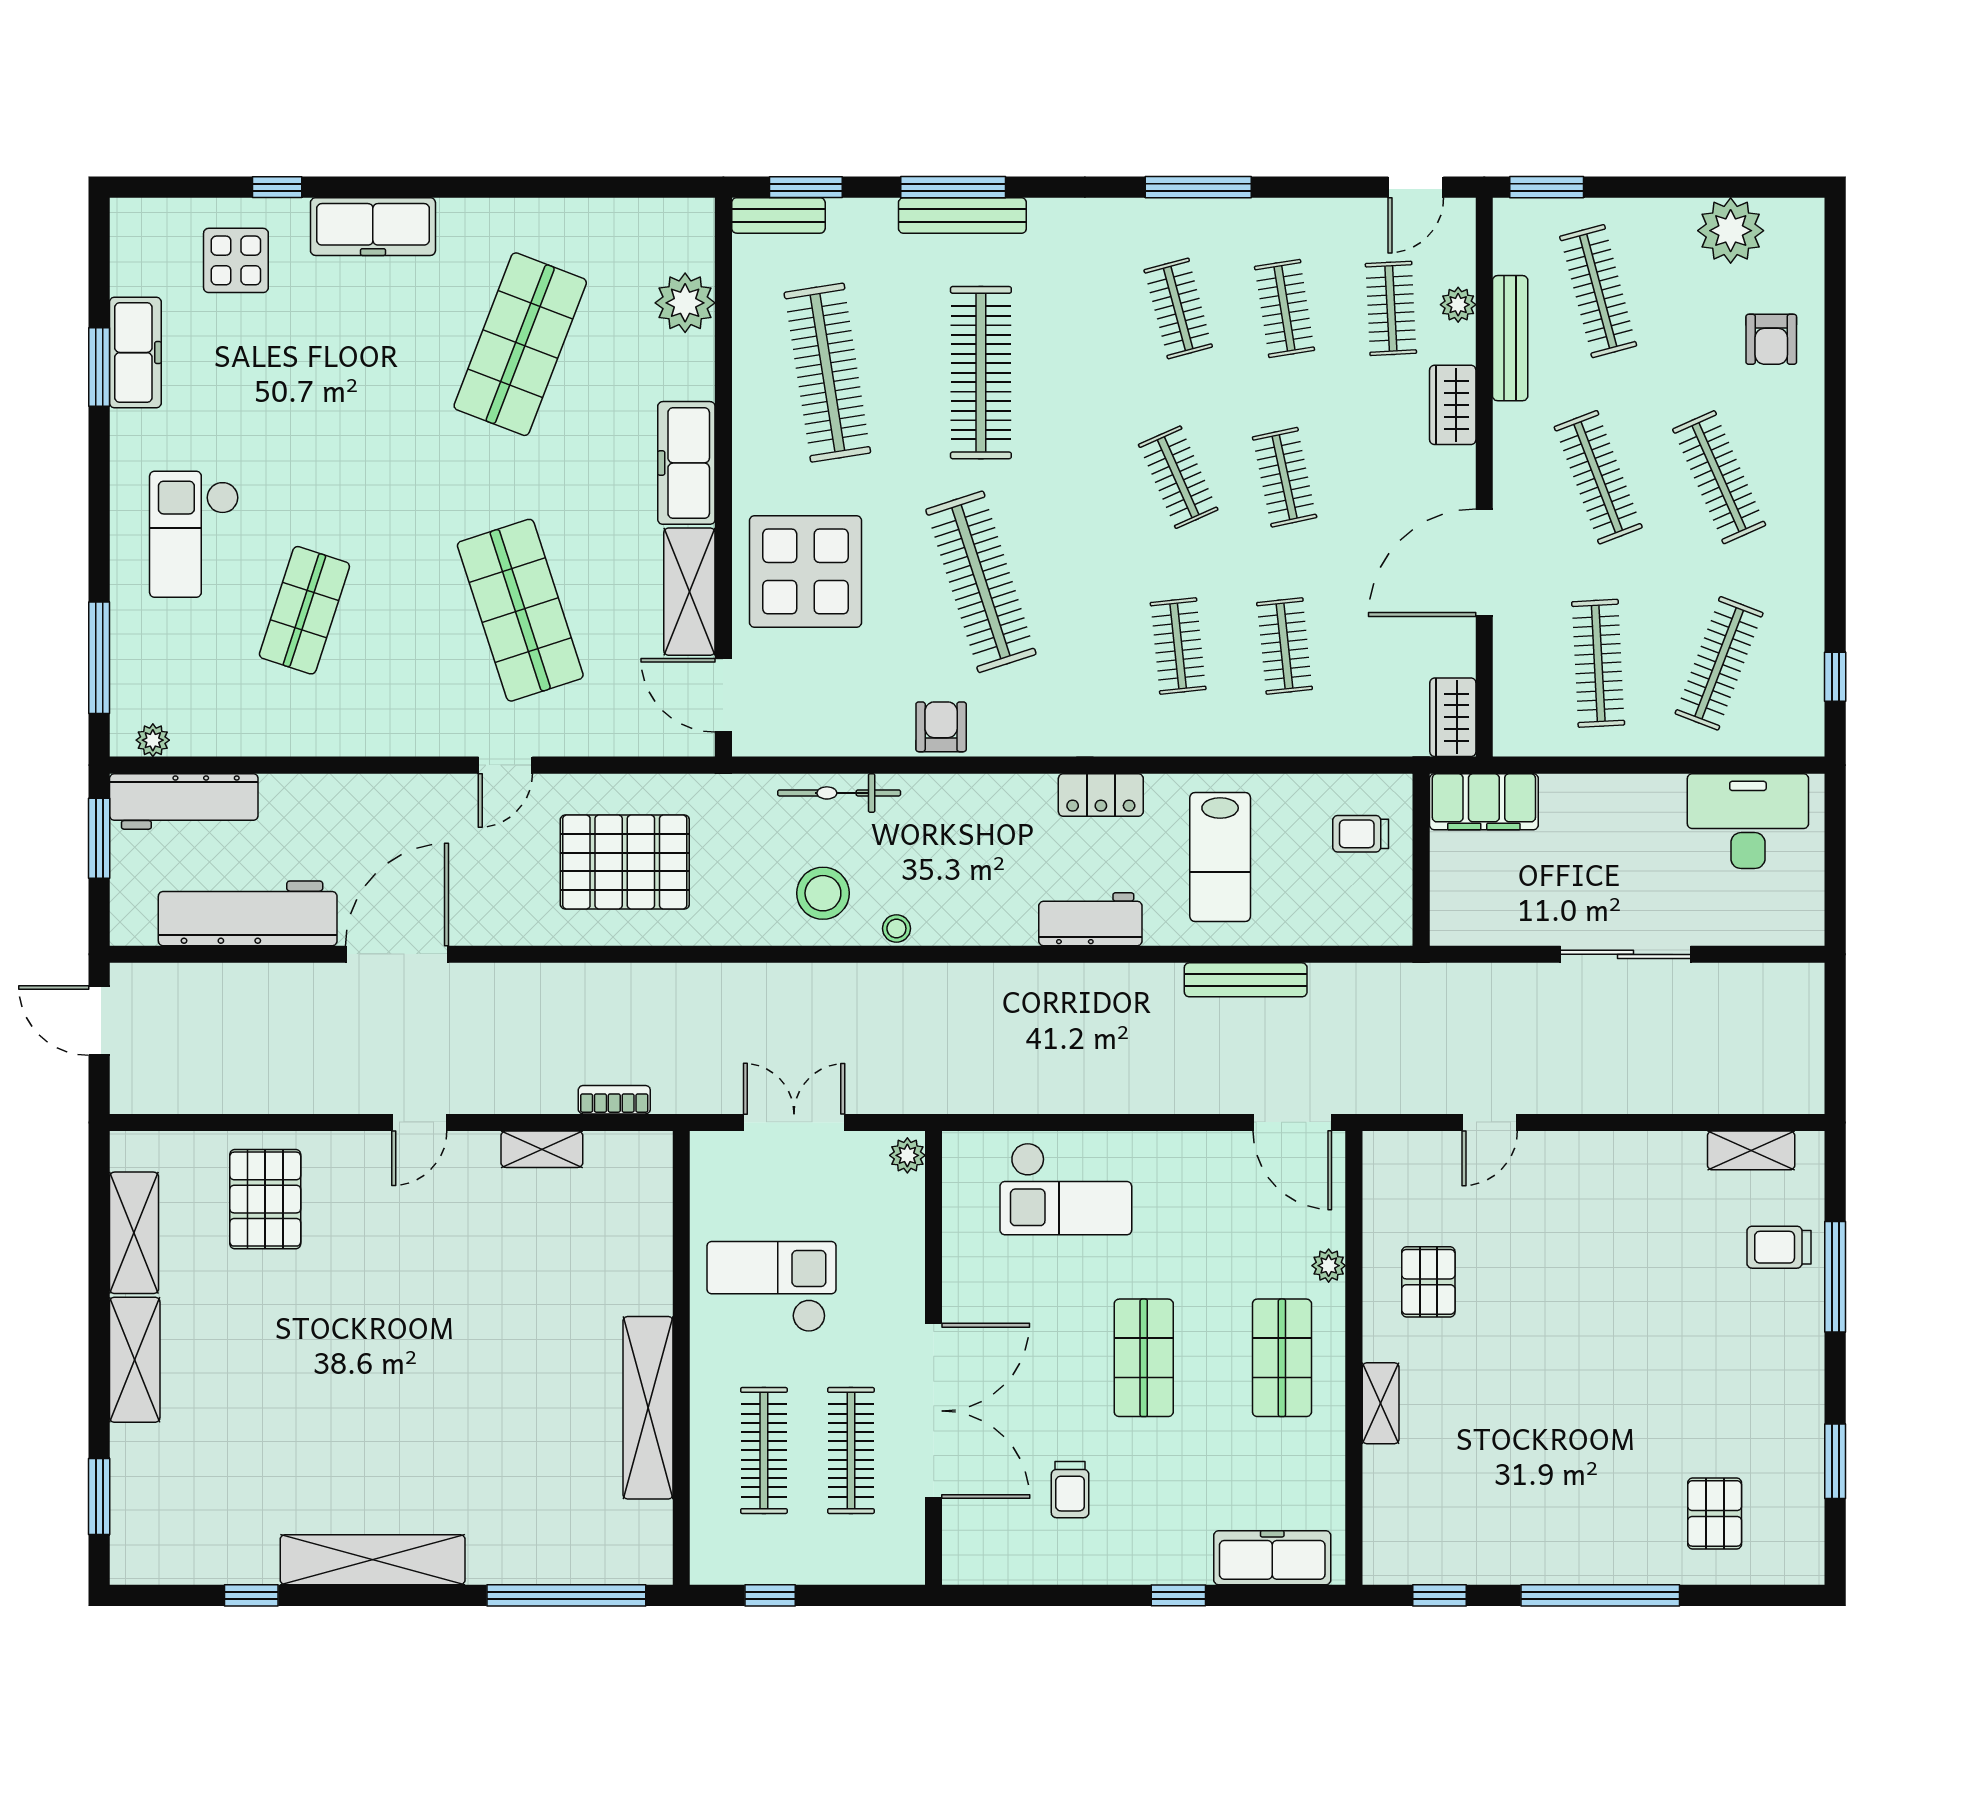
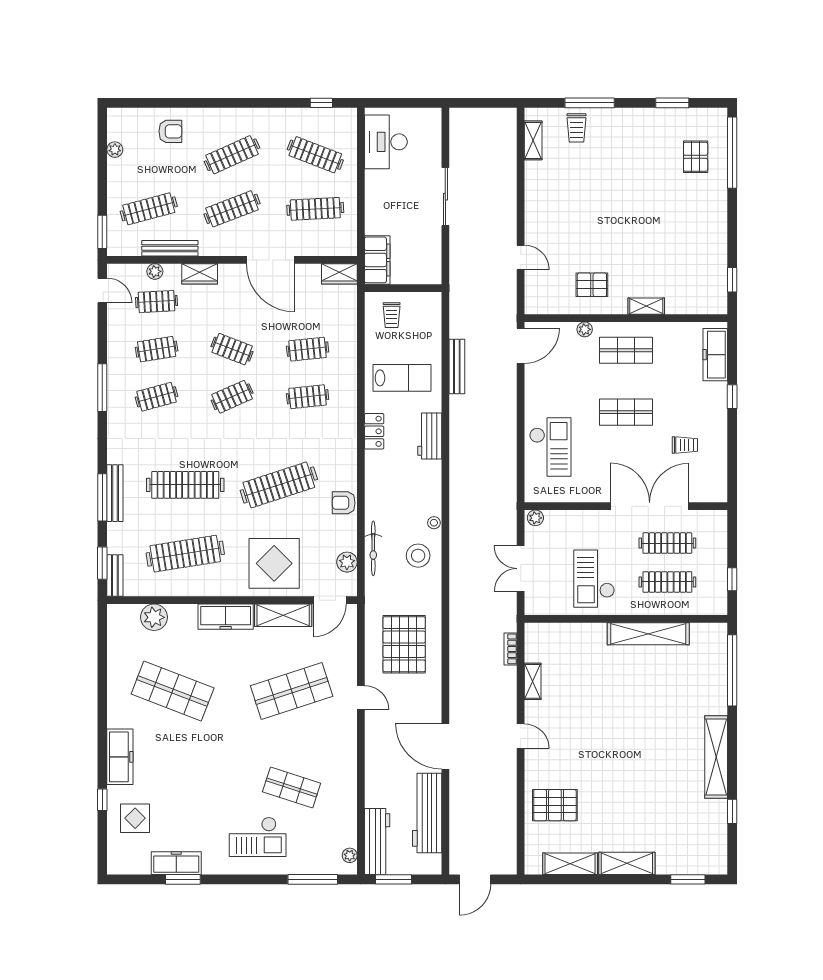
plant: (1731, 231) -> (115, 150), width x0.53, depth x0.53
clothes rail: (1285, 477) -> (232, 349), turned 33
plant: (808, 734) -> (347, 562), added
pallet: (1715, 1513) -> (696, 157), turned 90
window: (1600, 1595) -> (732, 153), moved

